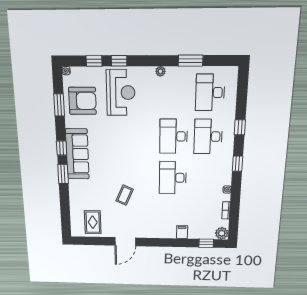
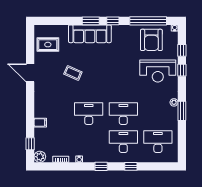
window: (190, 61) -> (182, 111), moved
window: (59, 105) -> (148, 21), width x2.11
sofa: (77, 154) -> (90, 34), moved

